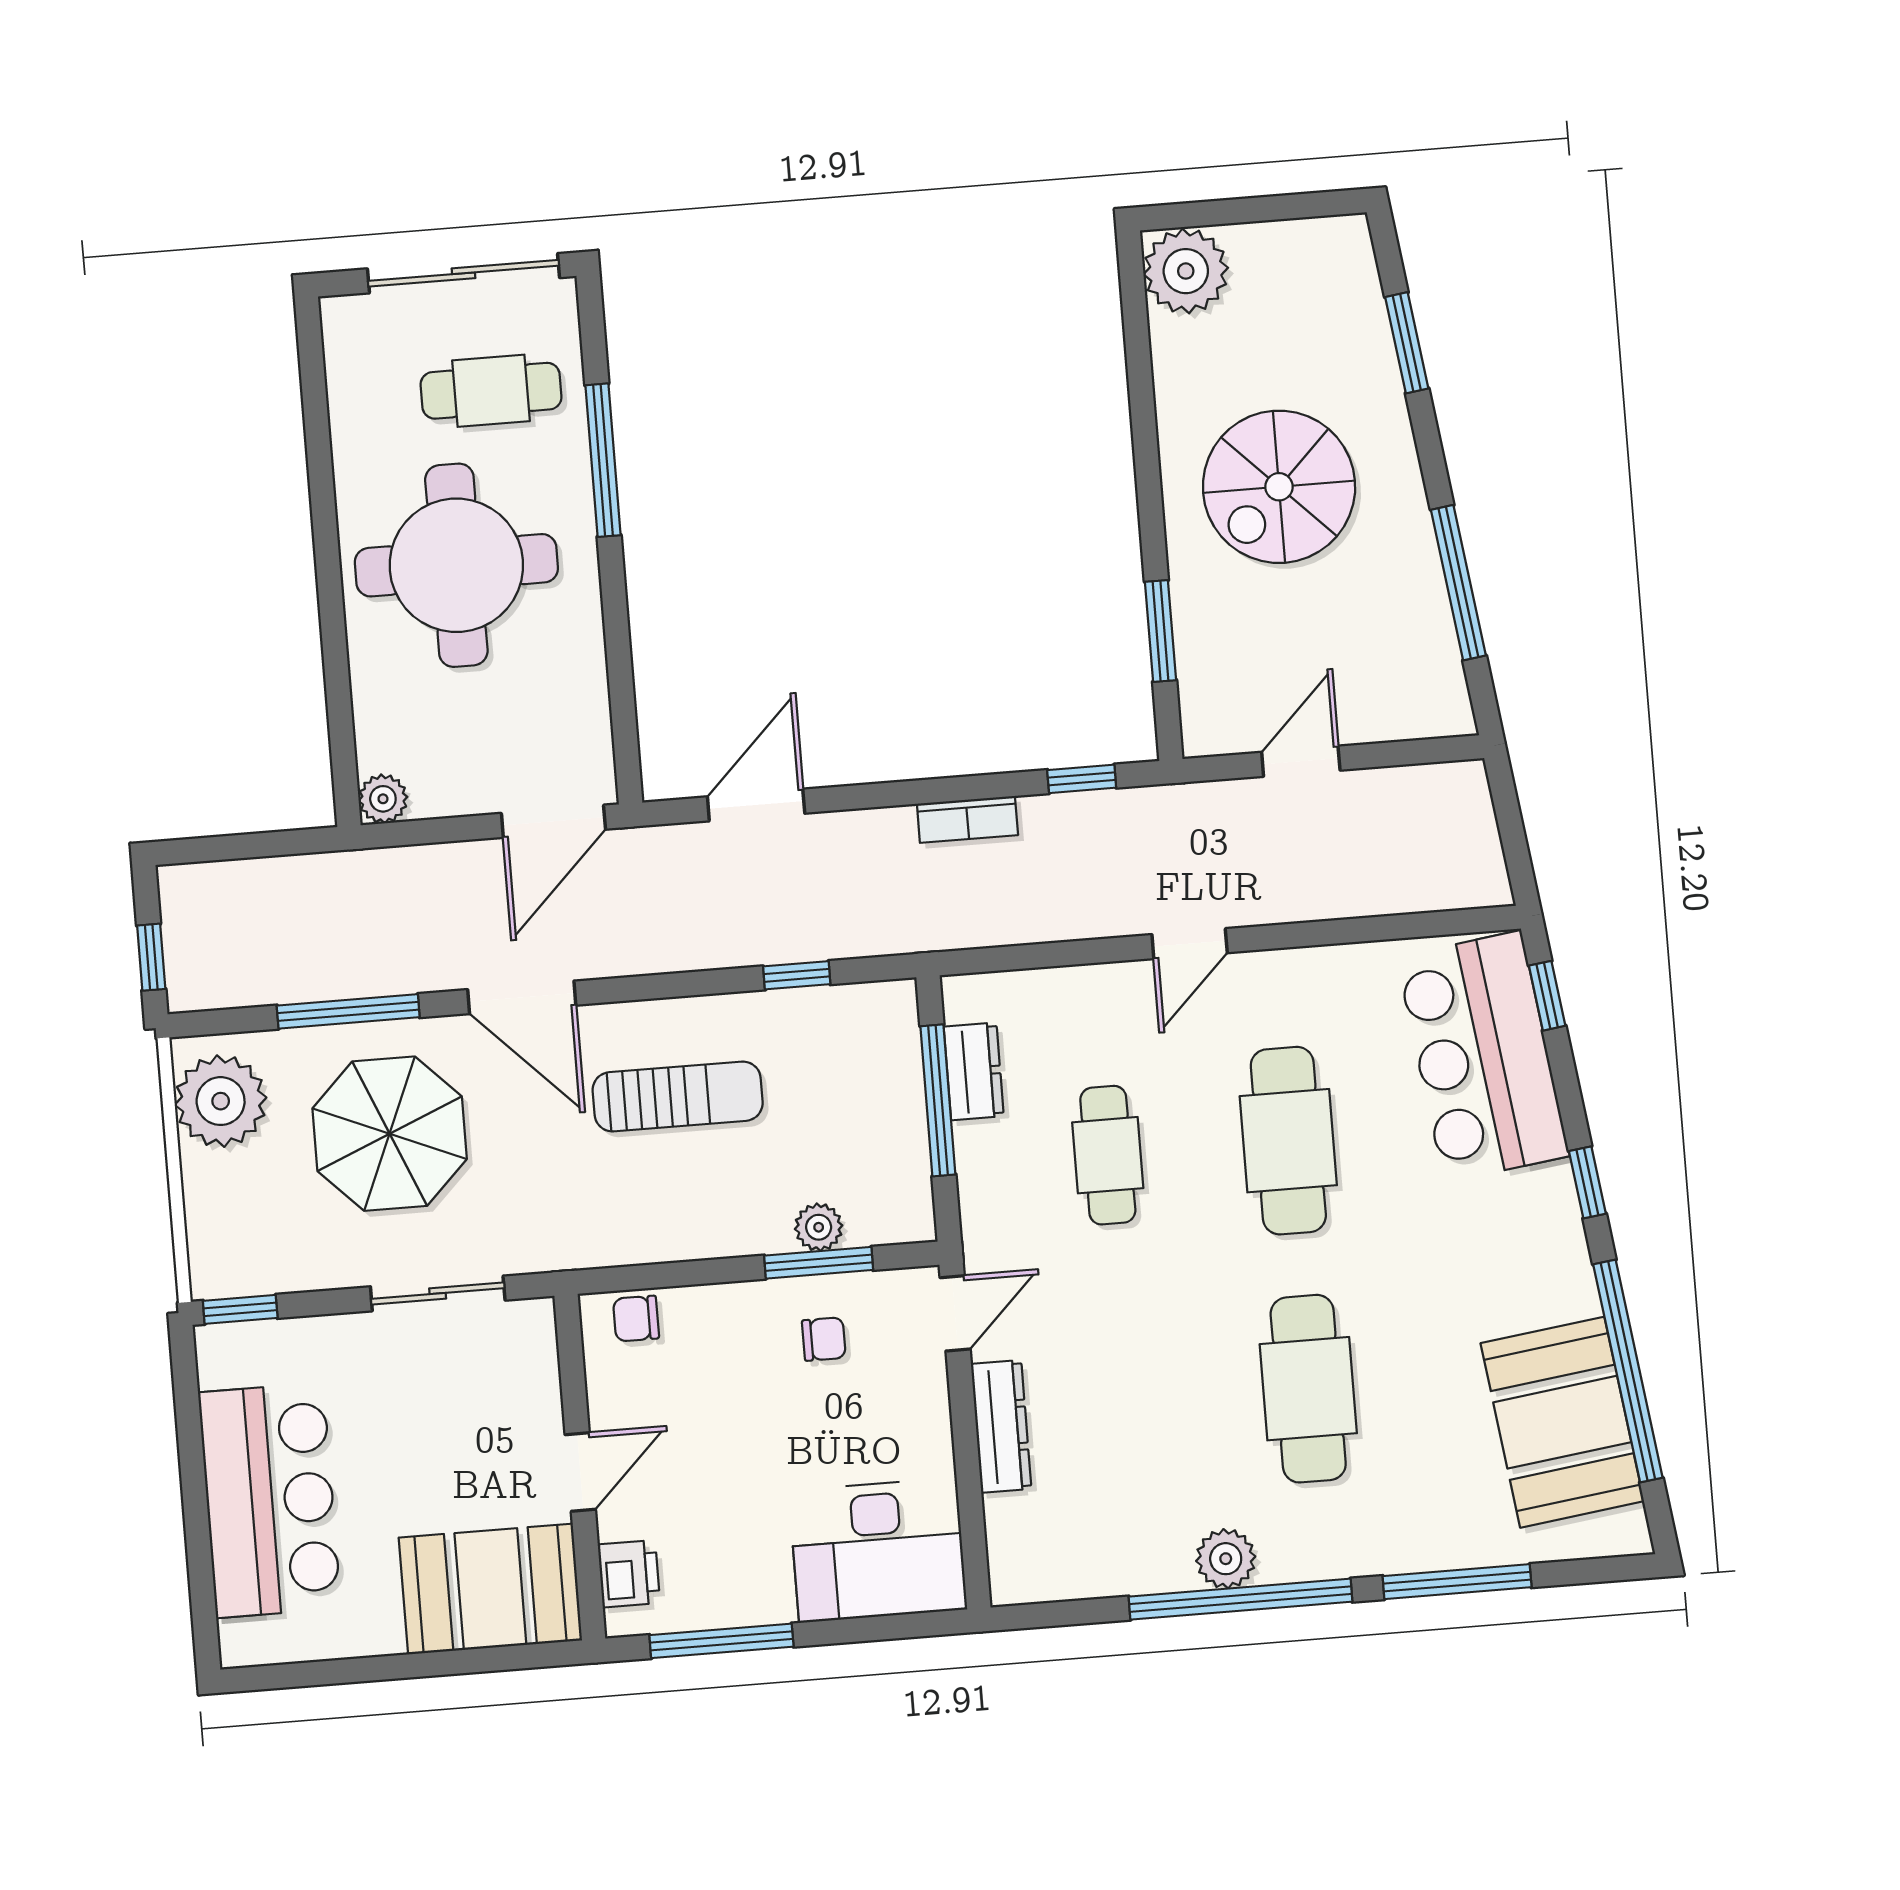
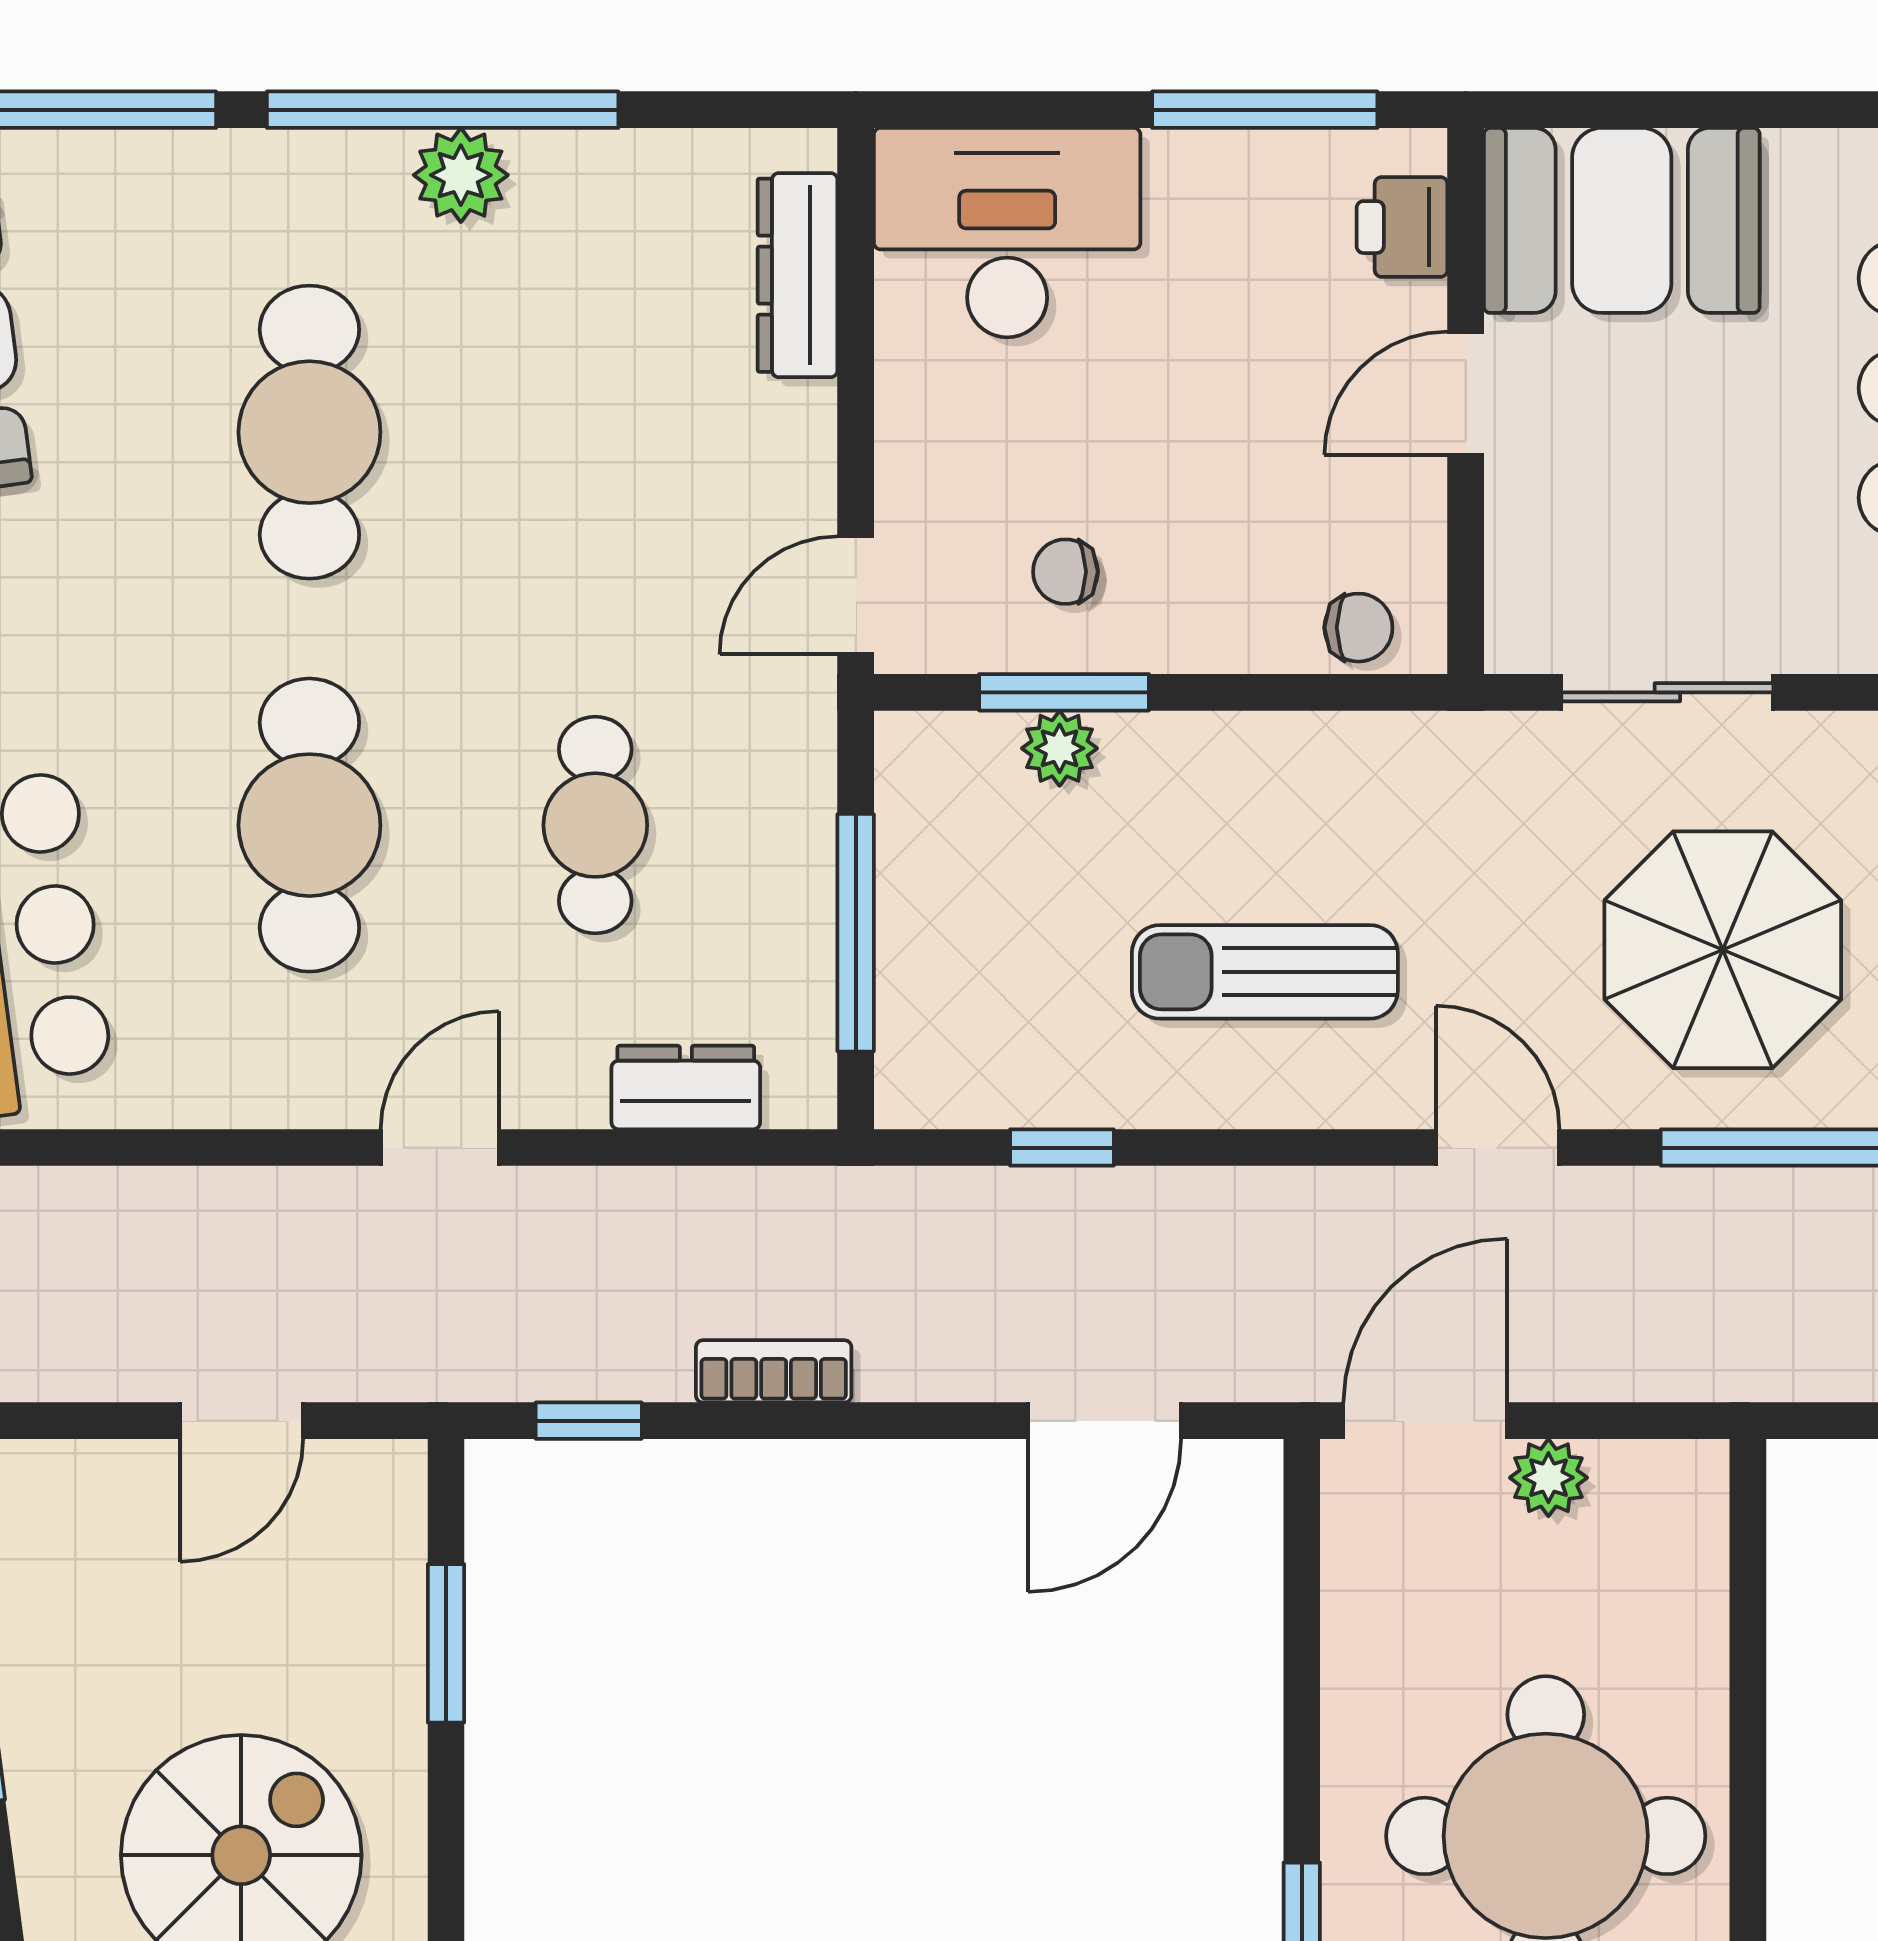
plant: (383, 799) -> (1548, 1478), moved
door: (522, 997) -> (1498, 1148), width x0.73
dresser: (974, 1071) -> (686, 1087), moved, turned 90
dresser: (1001, 1426) -> (797, 275), moved

